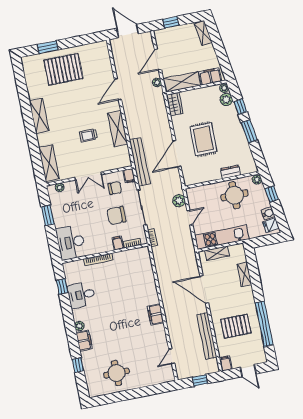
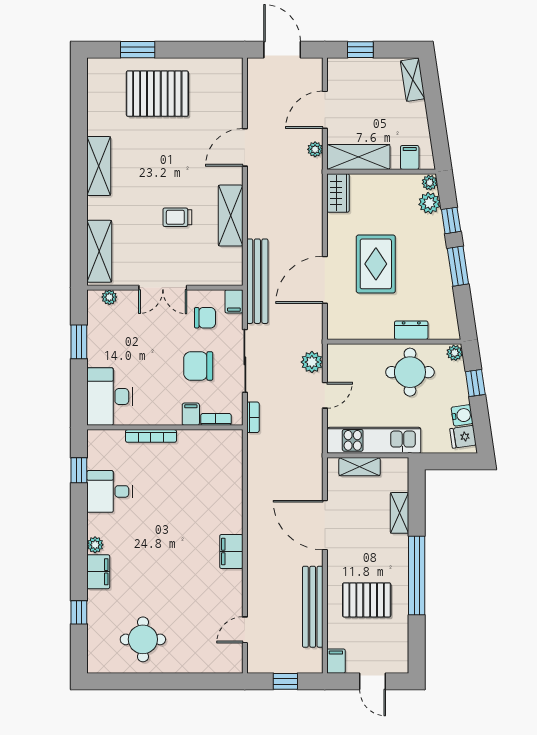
filing cabinet: (210, 76) -> (410, 157), width x0.50
window: (264, 324) -> (417, 575), moved

